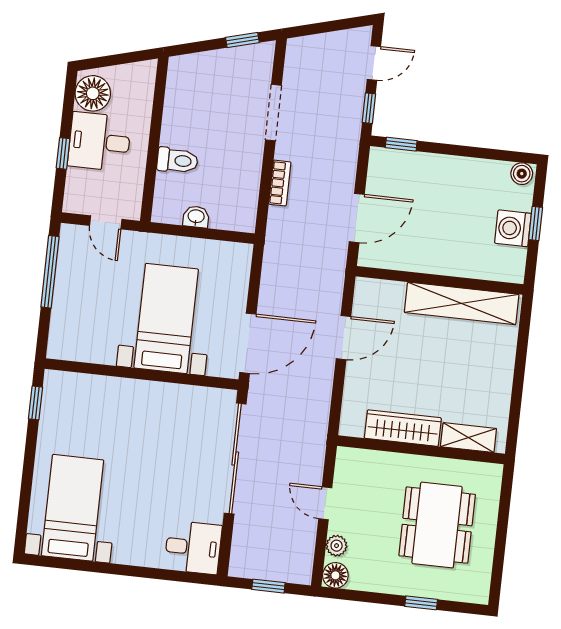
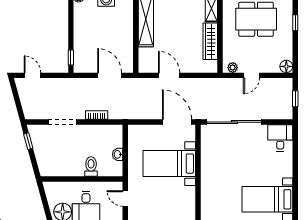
window: (369, 108) -> (55, 75), removed
door: (106, 222) -> (125, 198), swing flipped
plant: (337, 546) -> (233, 68), moved

